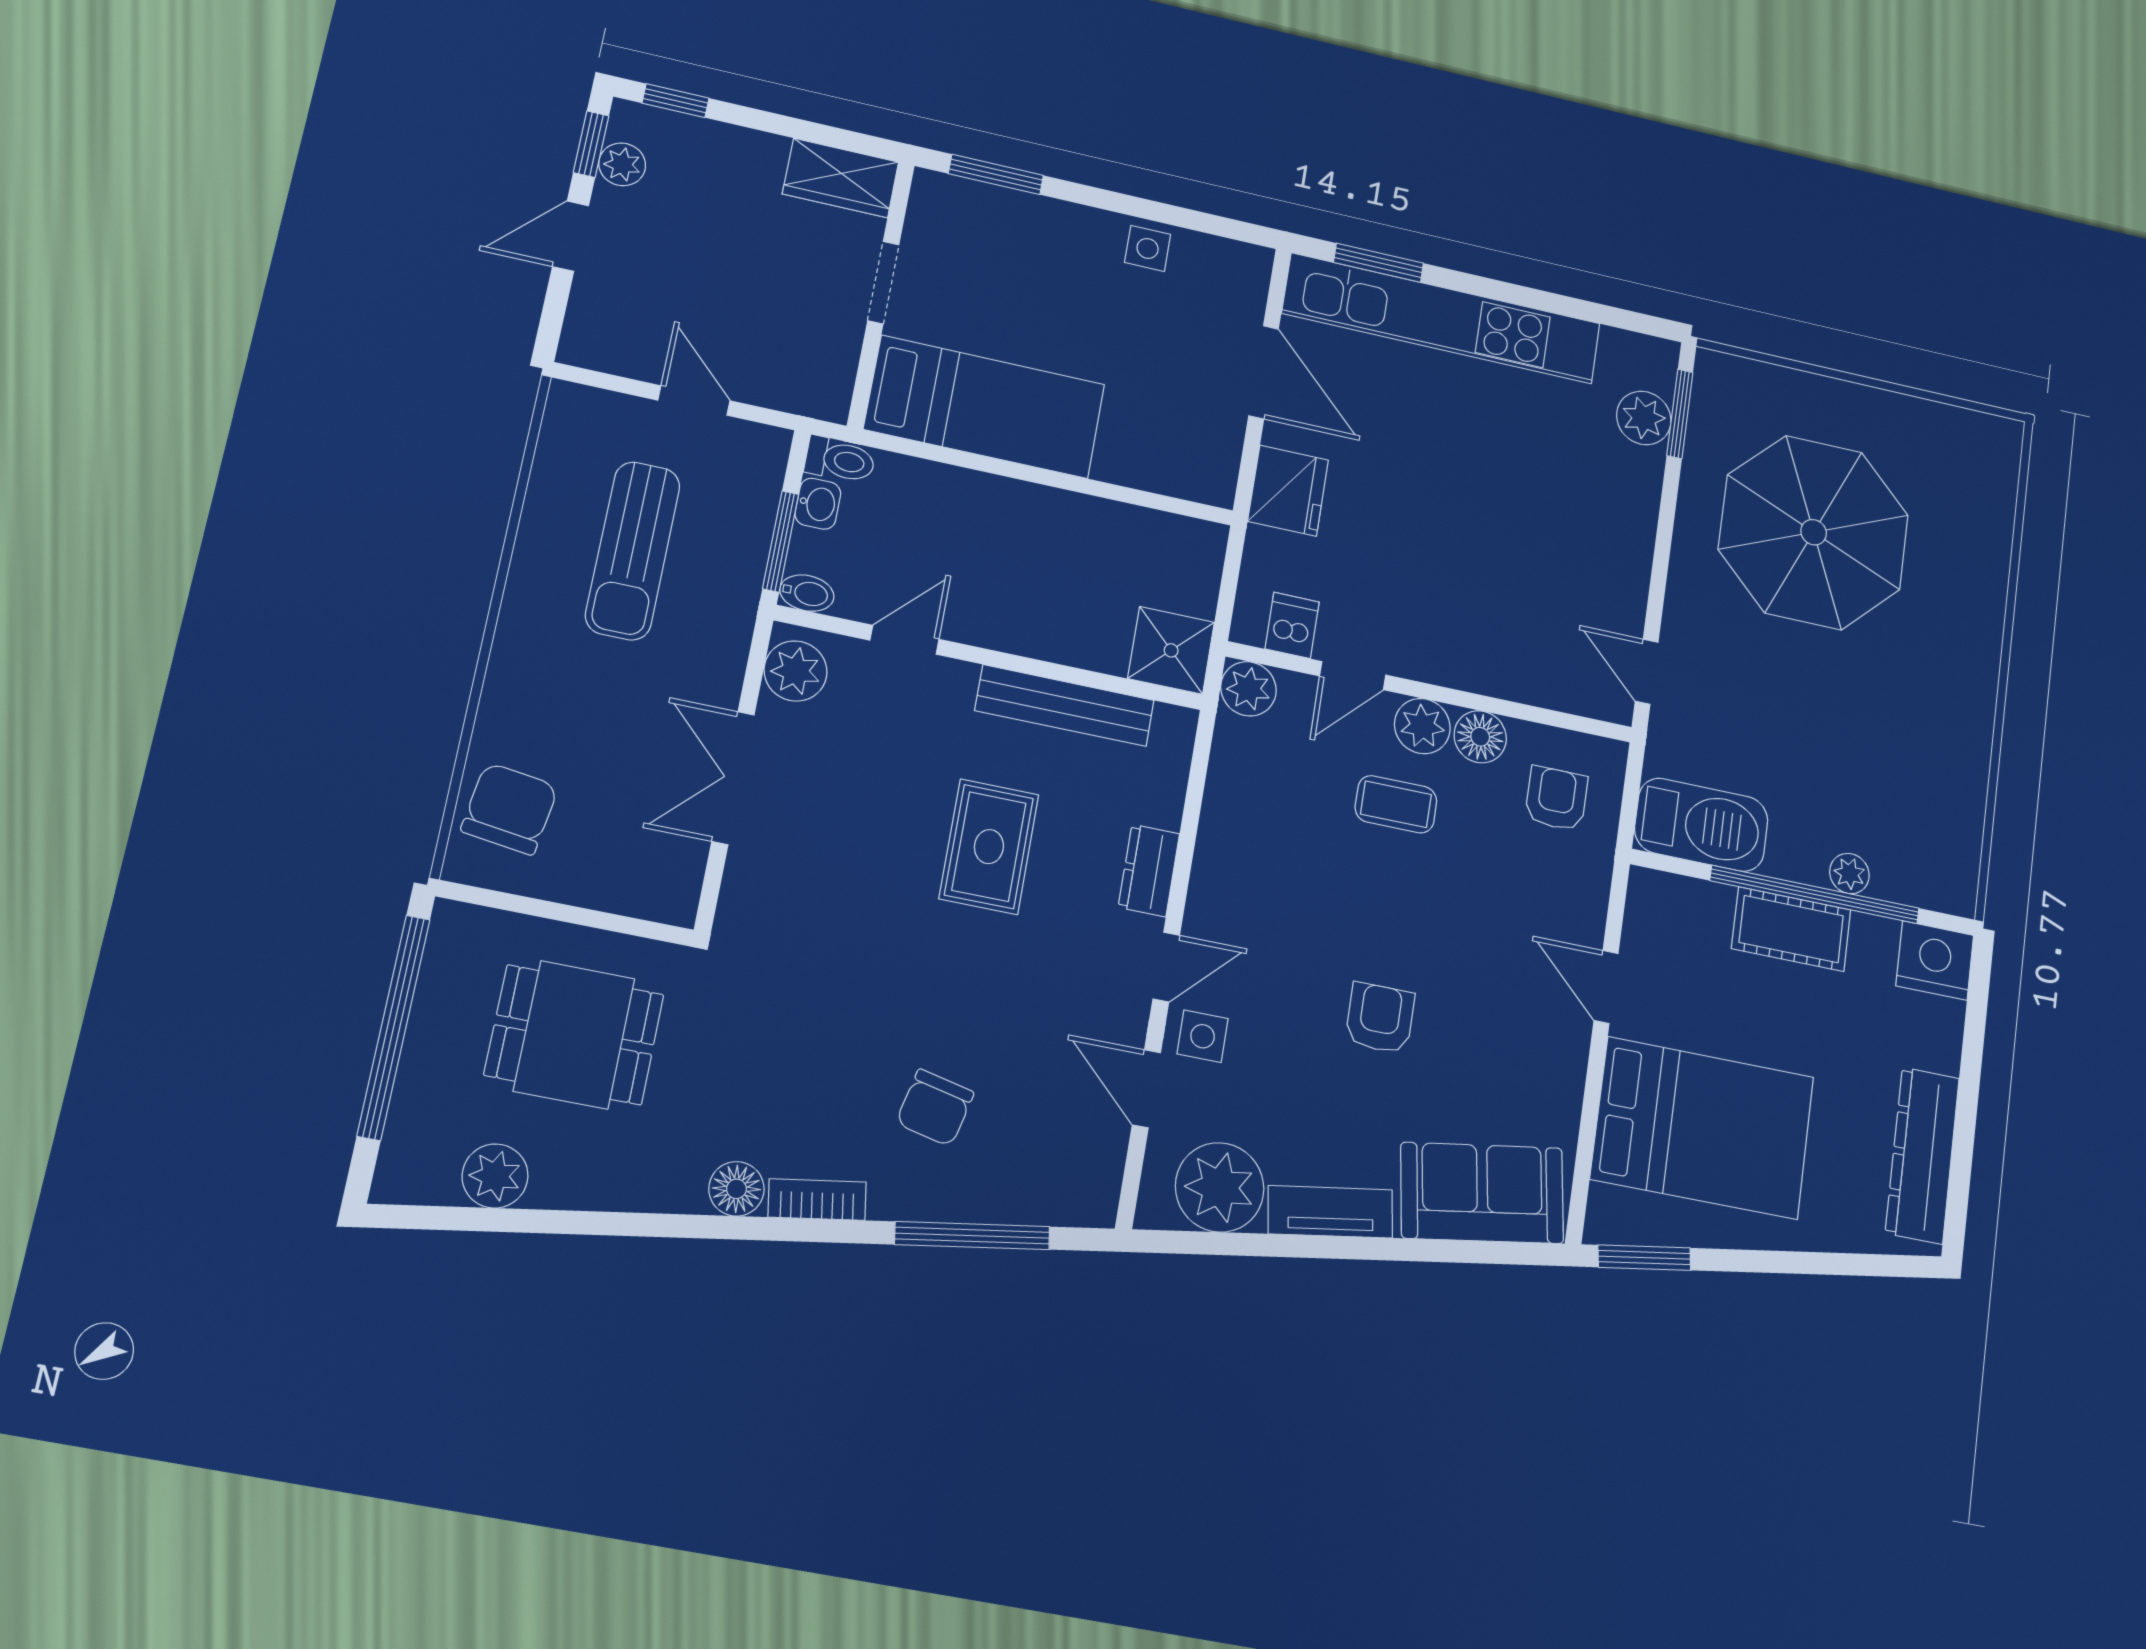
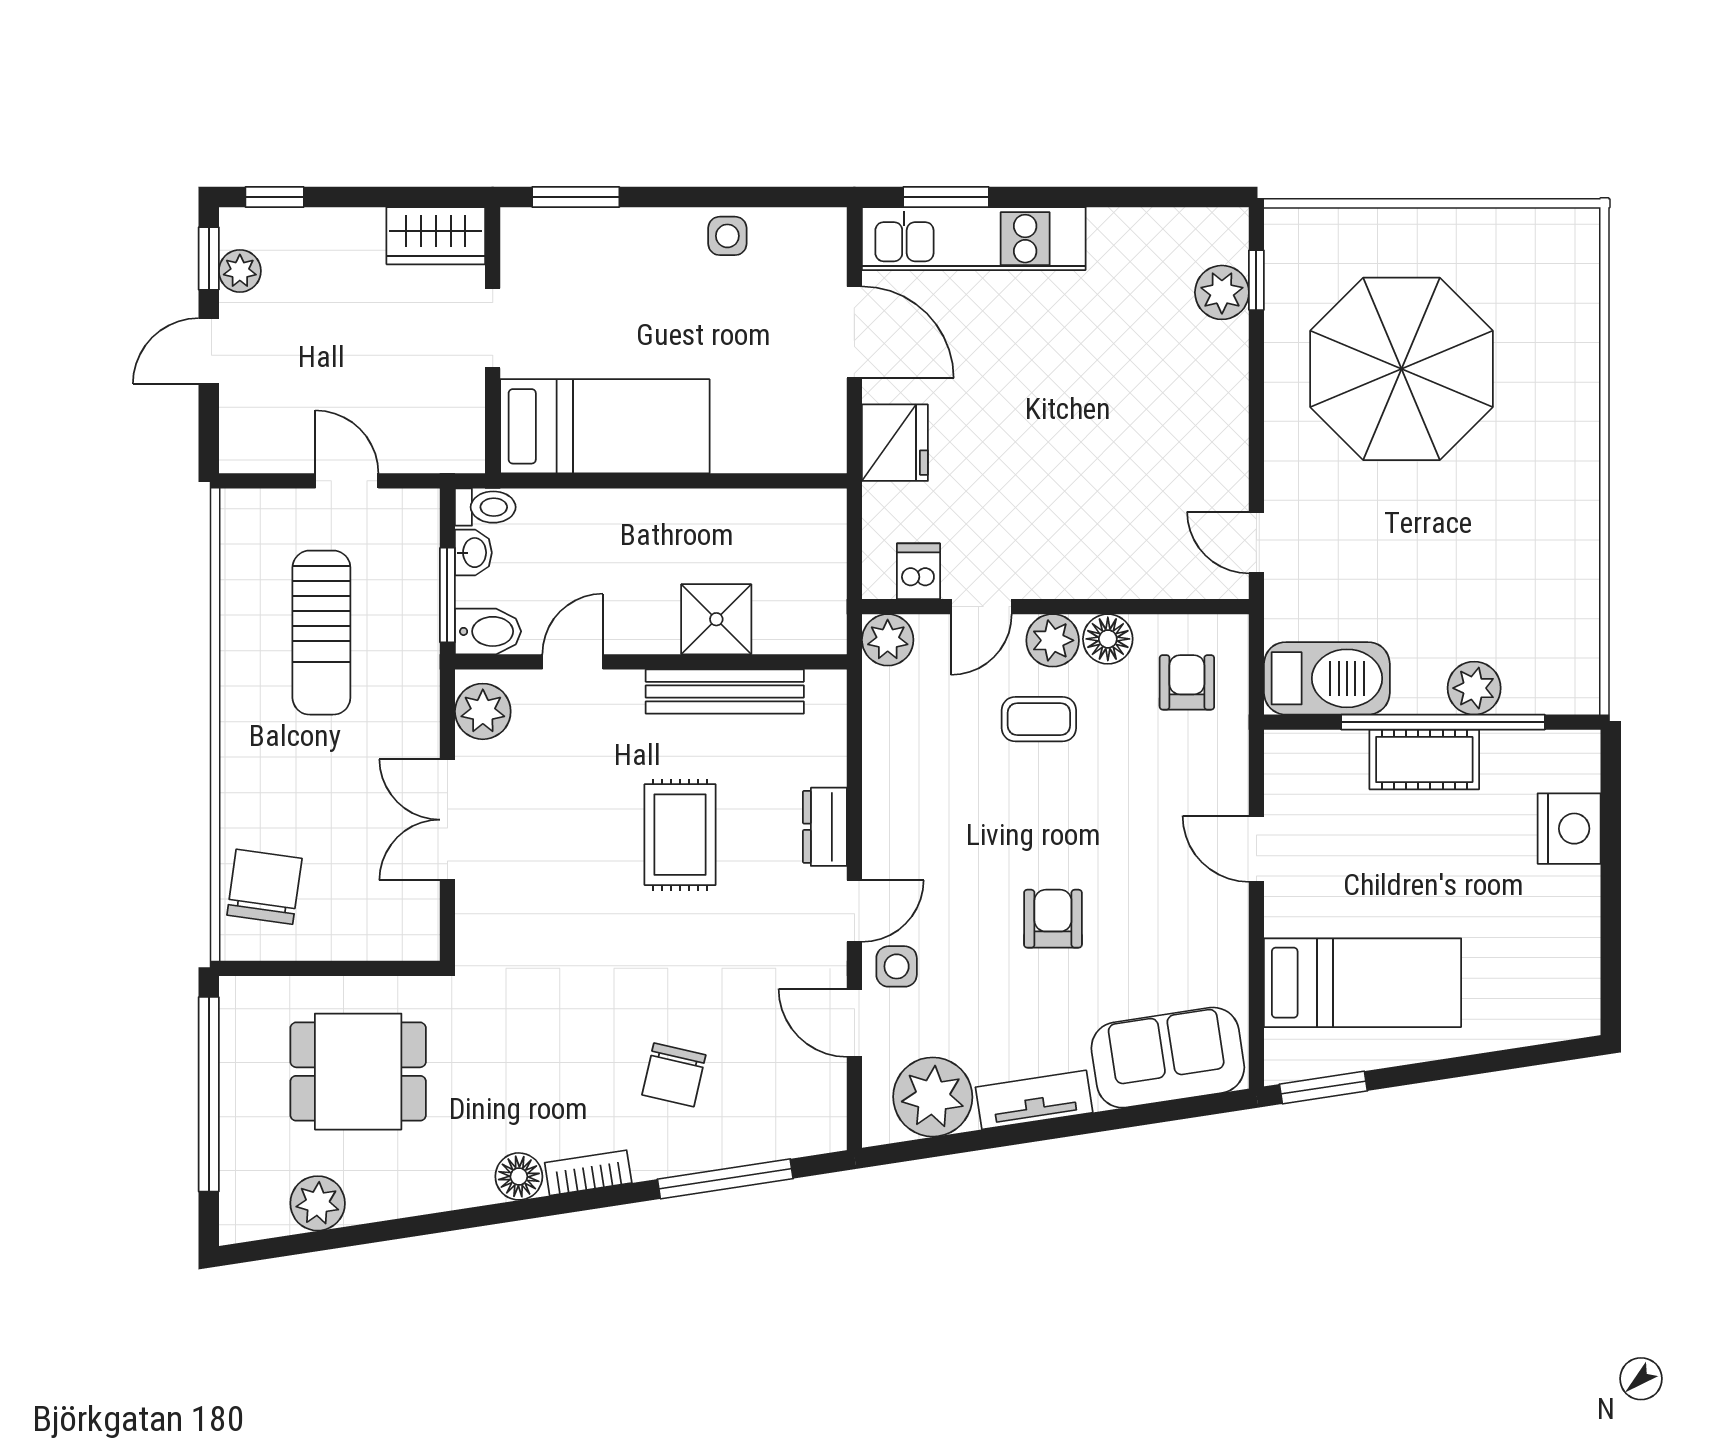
kitchen unit: (1442, 318) -> (974, 239), width x0.73
window: (1680, 414) -> (1256, 280), width x0.67
bidet: (807, 593) -> (488, 631), width x1.38, depth x1.36
shower: (1171, 650) -> (716, 619), moved
plant: (1849, 874) -> (1474, 688), width x1.38, depth x1.38
nightstand: (1935, 961) -> (1569, 829), moved, turned 90
bed: (1703, 1128) -> (1363, 983), width x0.67
dresser: (1922, 1155) -> (1573, 946), removed

